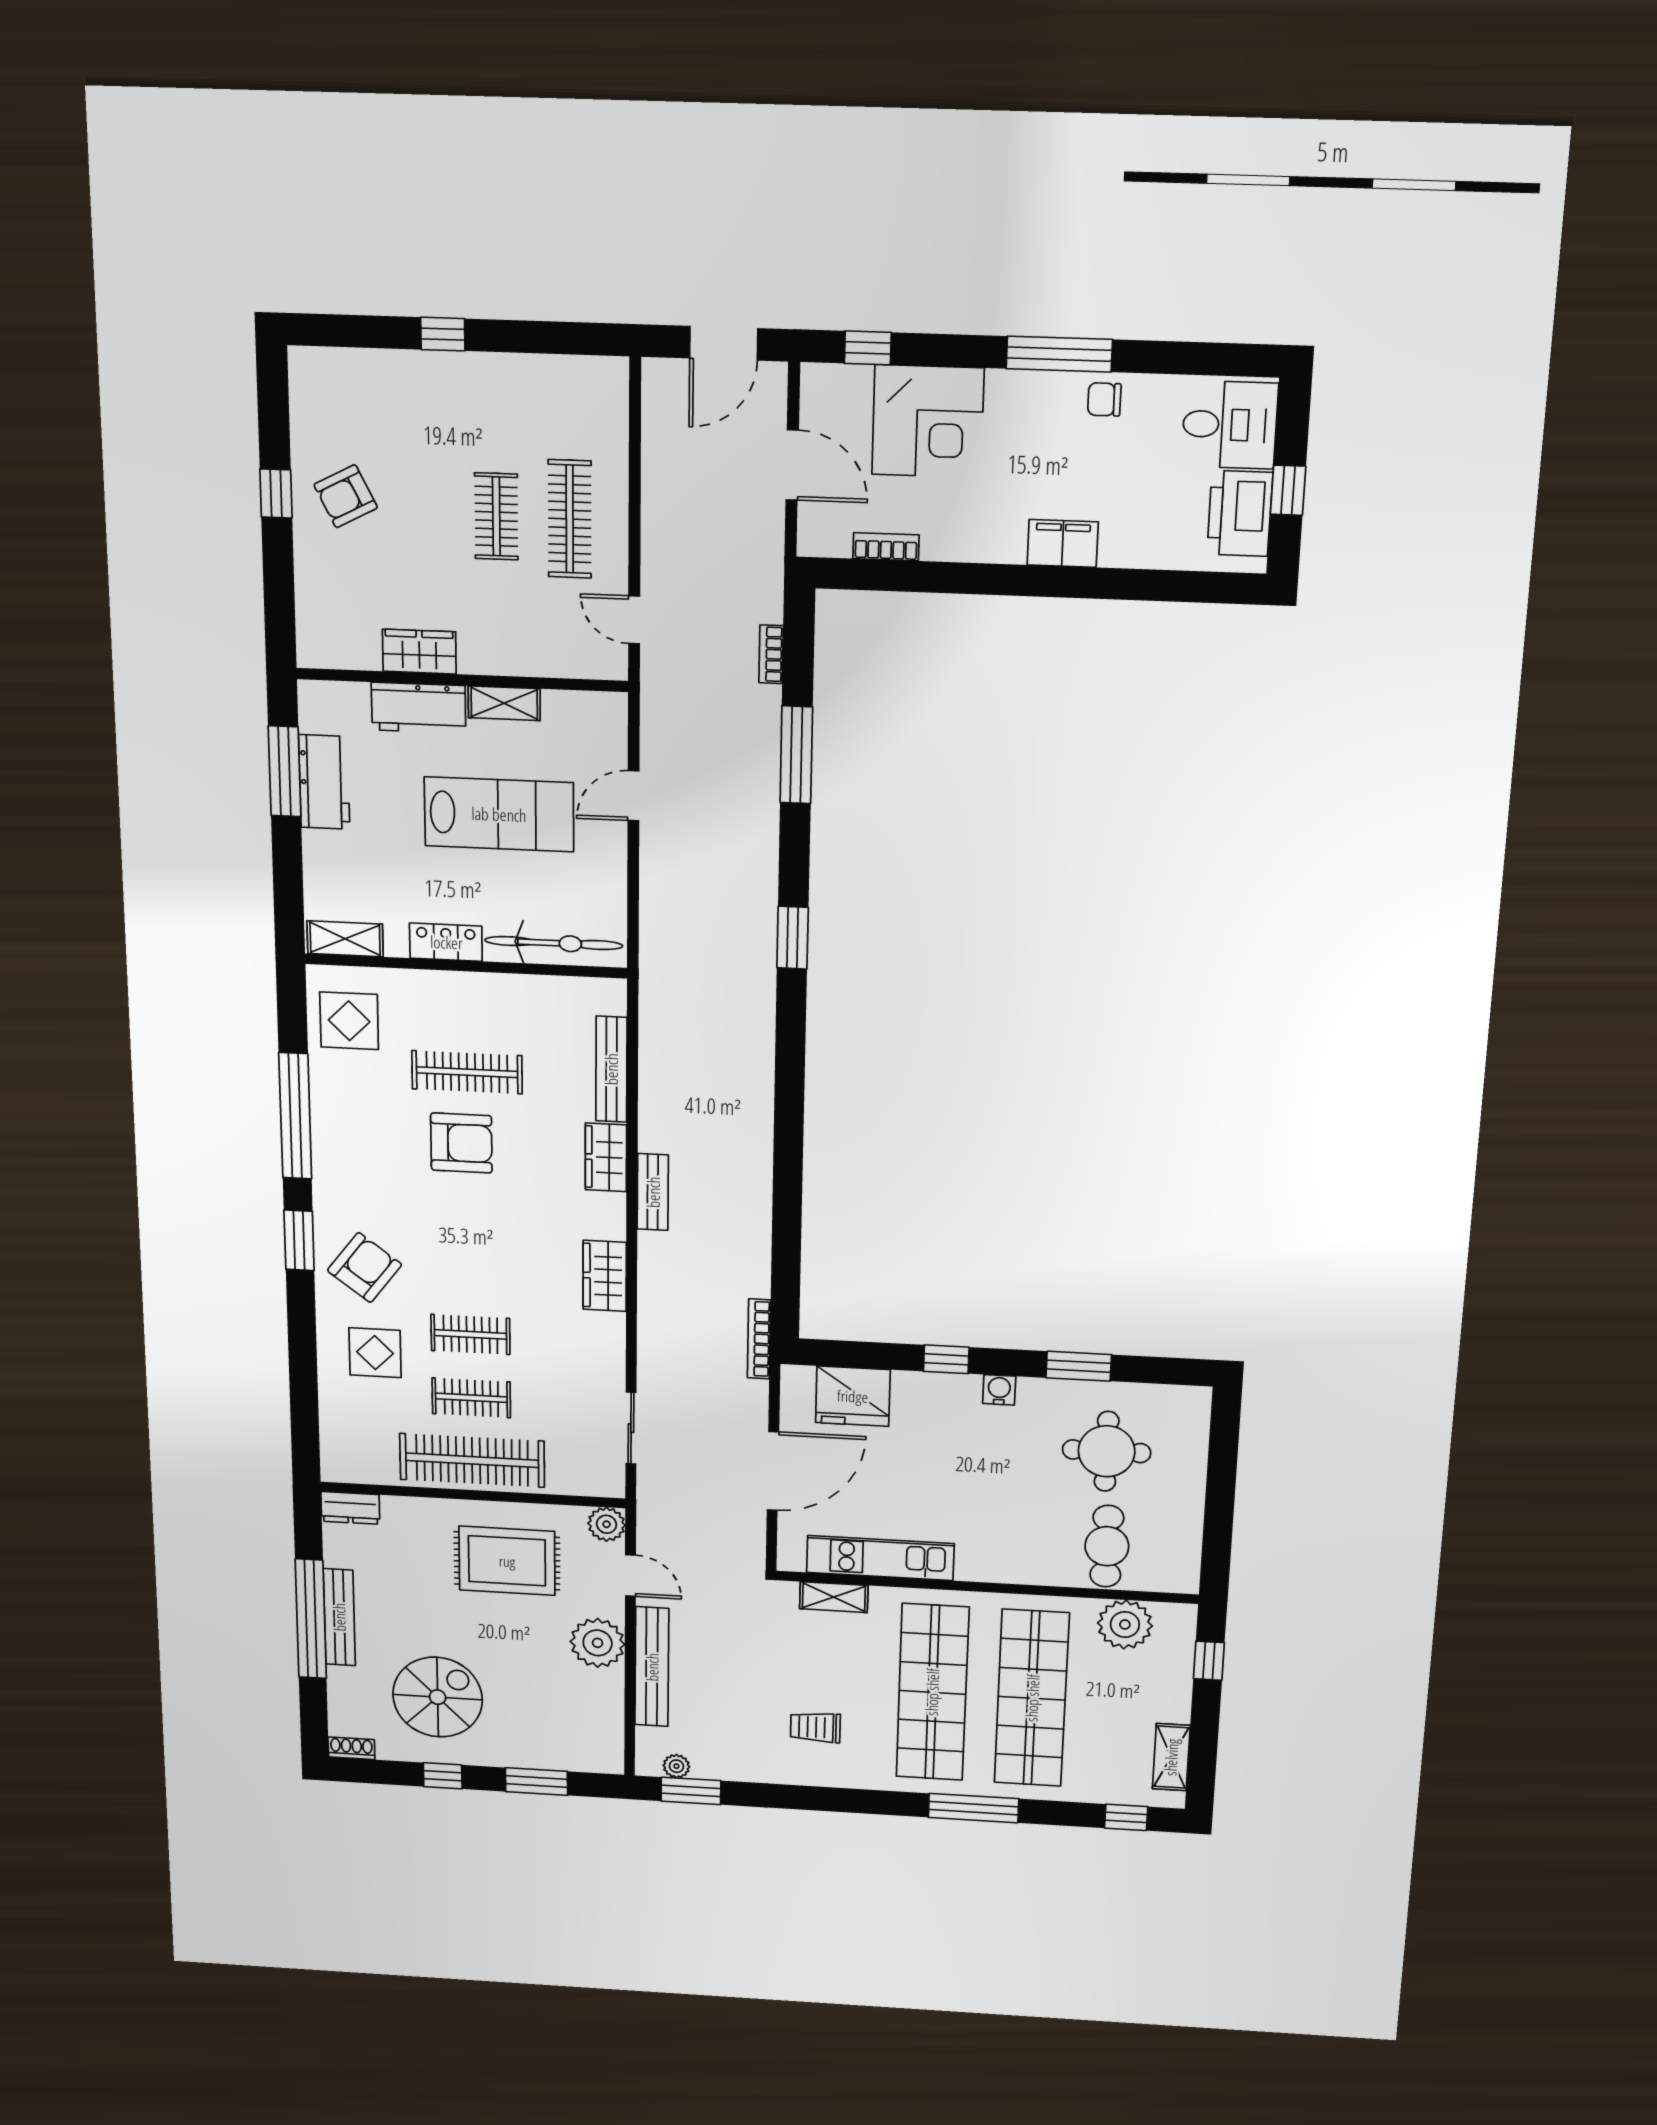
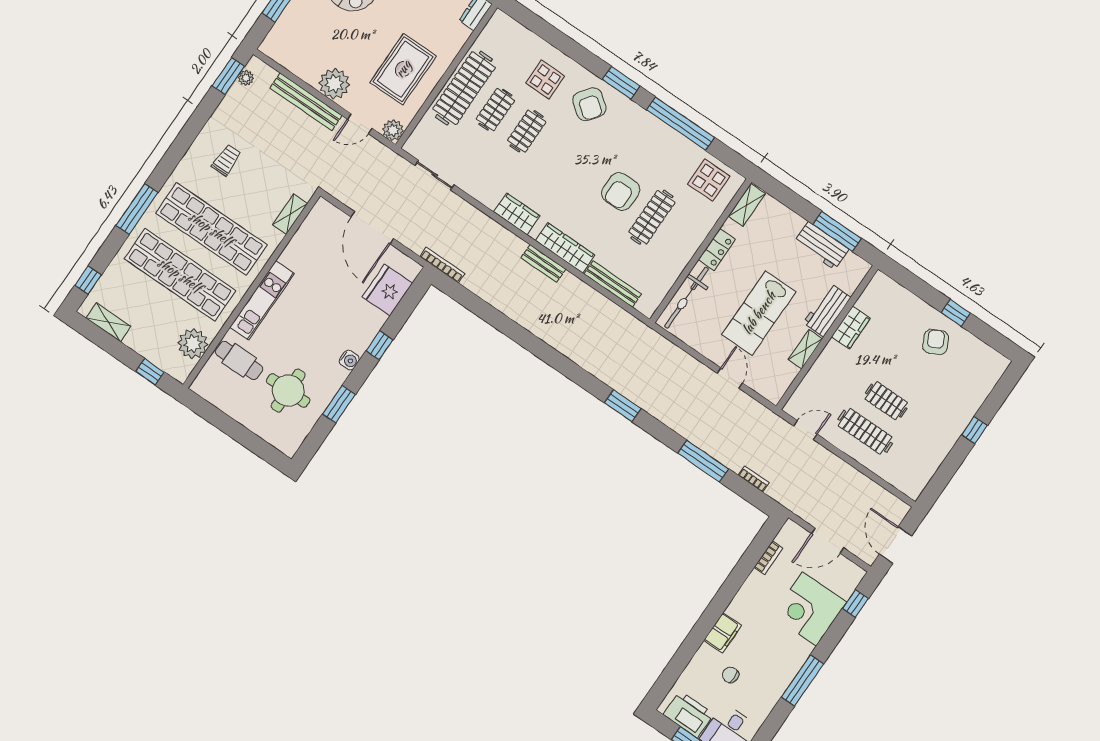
chair: (1104, 399) -> (731, 675), moved, turned -90
wardrobe: (606, 1157) -> (565, 248), width x1.50
kitchen unit: (880, 1558) -> (262, 300), moved

